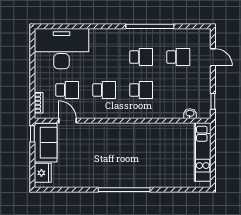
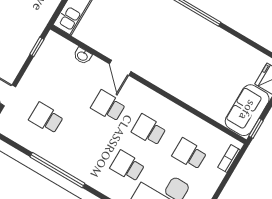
school desk: (141, 57) -> (127, 166), moved
washbasin: (190, 114) -> (83, 56), moved
door: (67, 121) -> (120, 68), moved

